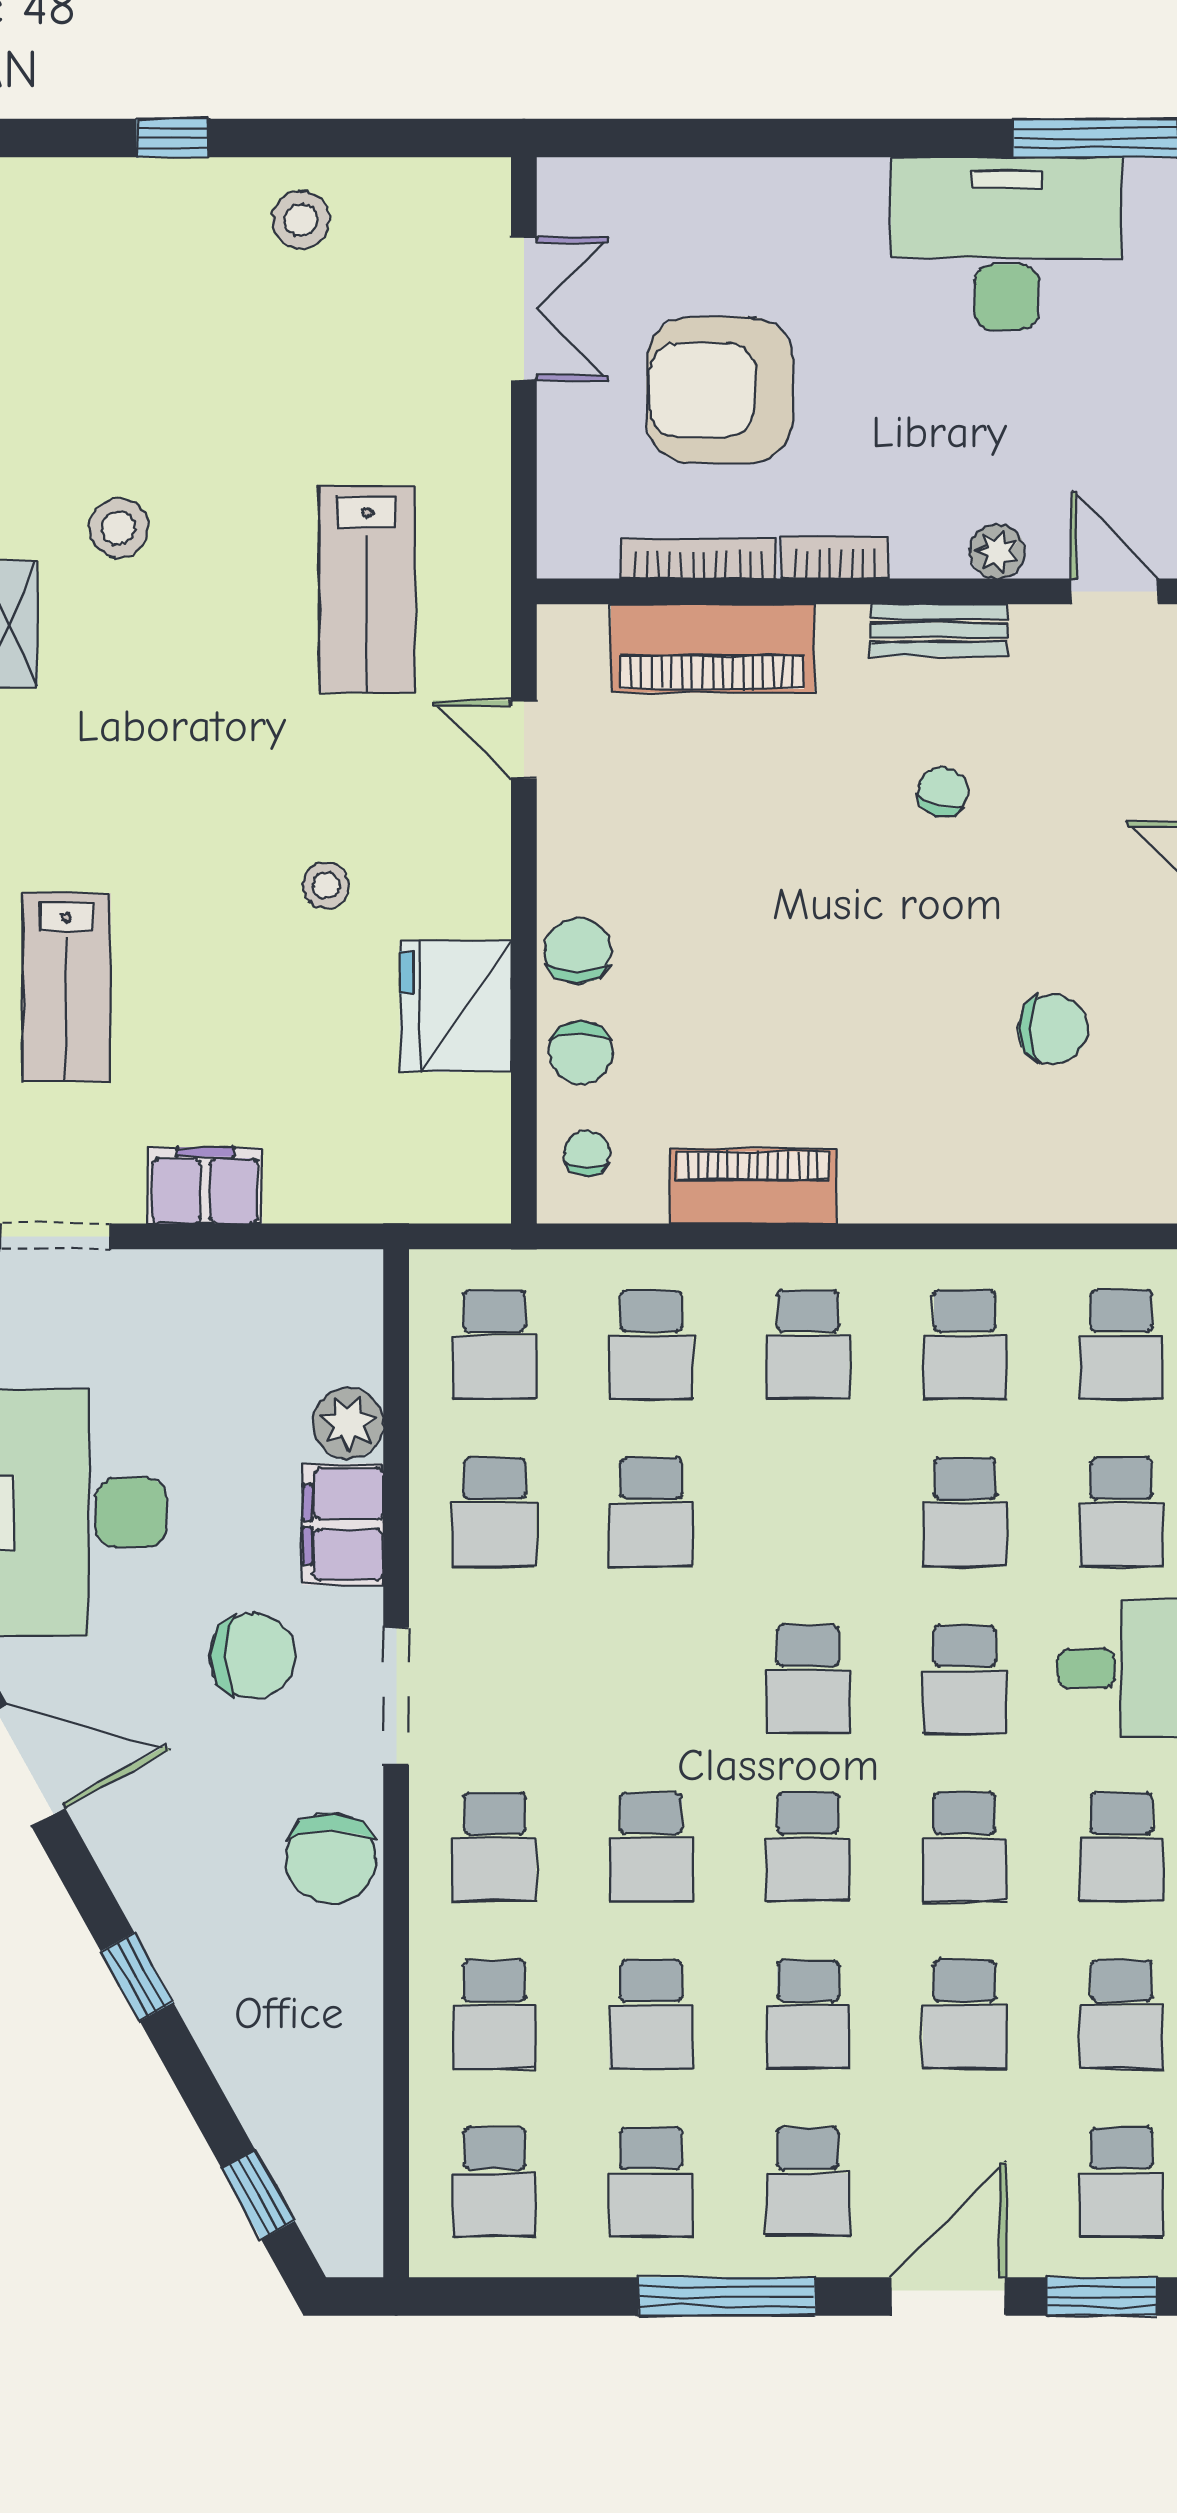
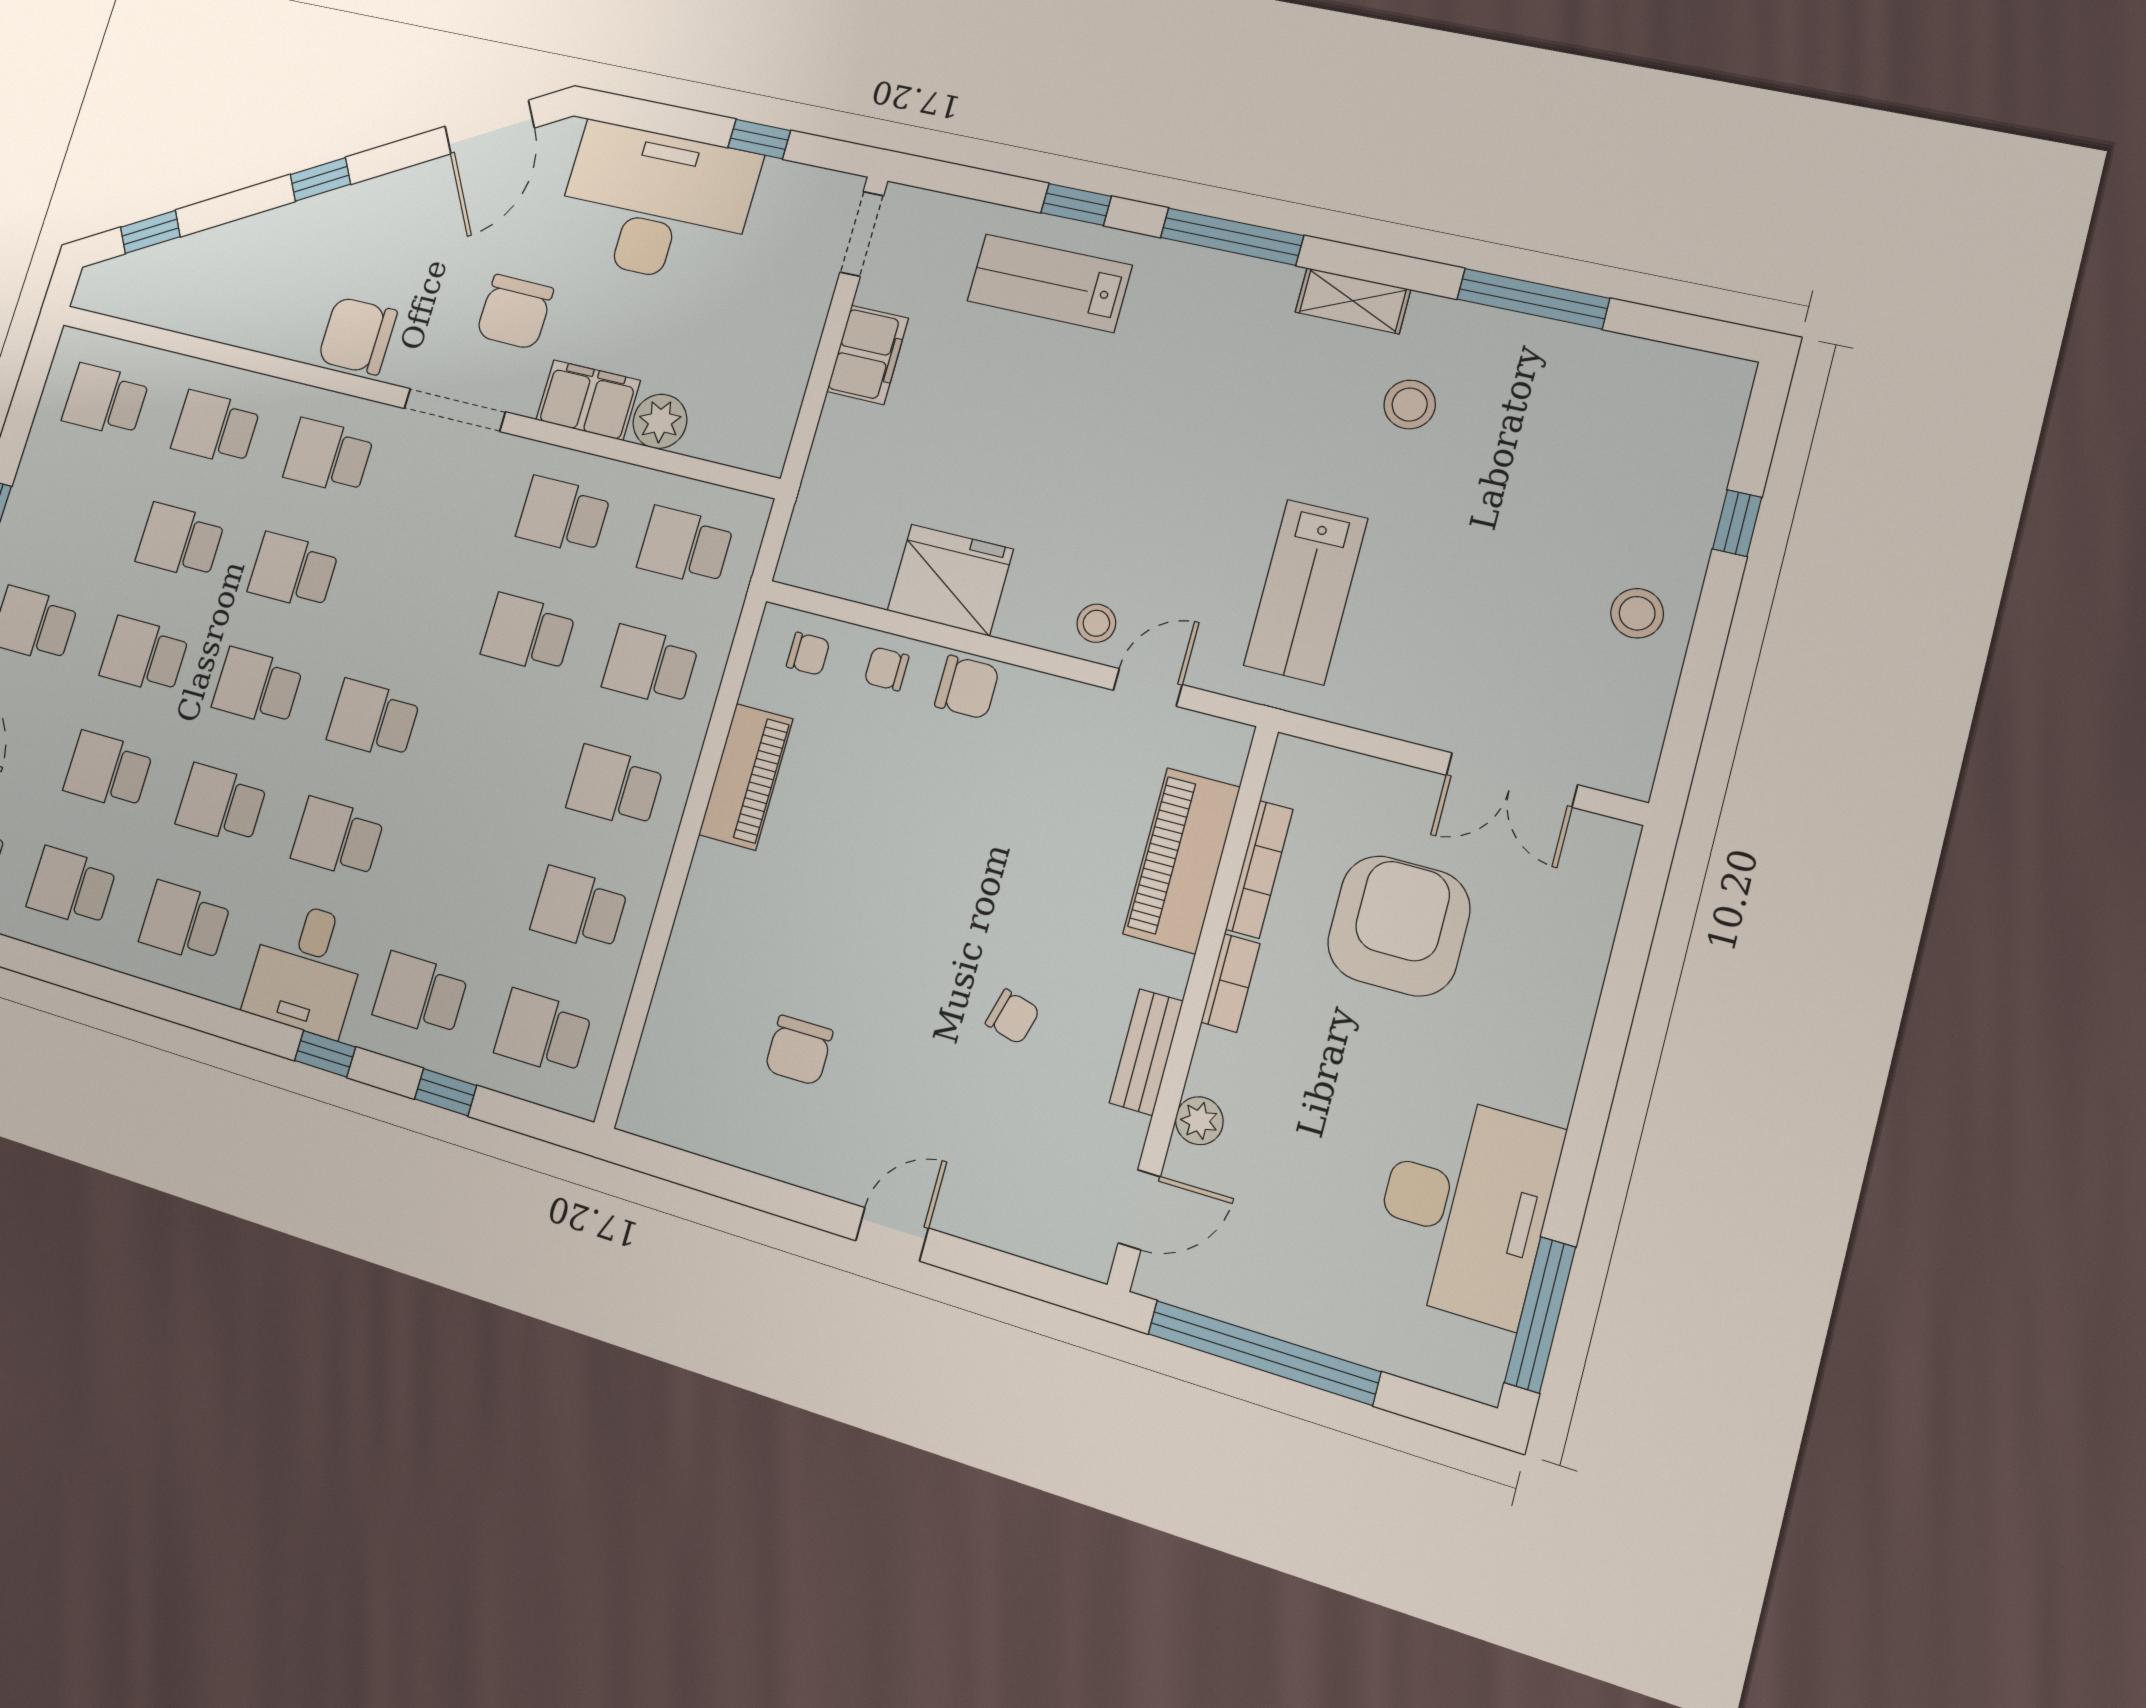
lab bench: (367, 589) -> (1306, 592), turned -90
stool: (326, 885) -> (1096, 623), moved
chair: (581, 1053) -> (887, 669), width x0.73, depth x0.73
school desk: (965, 1512) -> (457, 873), removed
school desk: (651, 2182) -> (70, 512), removed

